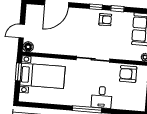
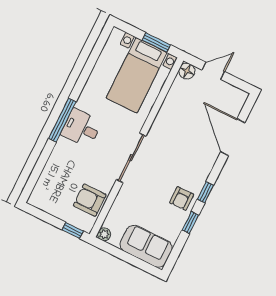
door: (22, 31) -> (213, 71), hinge flipped
armchair: (128, 74) -> (90, 200), turned -90
desk: (102, 97) -> (81, 128), moved

